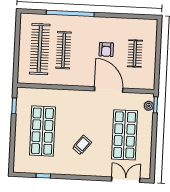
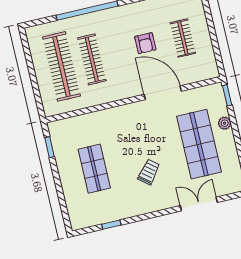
plant: (149, 106) -> (225, 123), moved
shop shelf: (42, 131) -> (94, 169), width x0.70, depth x0.74
double door: (126, 180) -> (199, 204), moved

